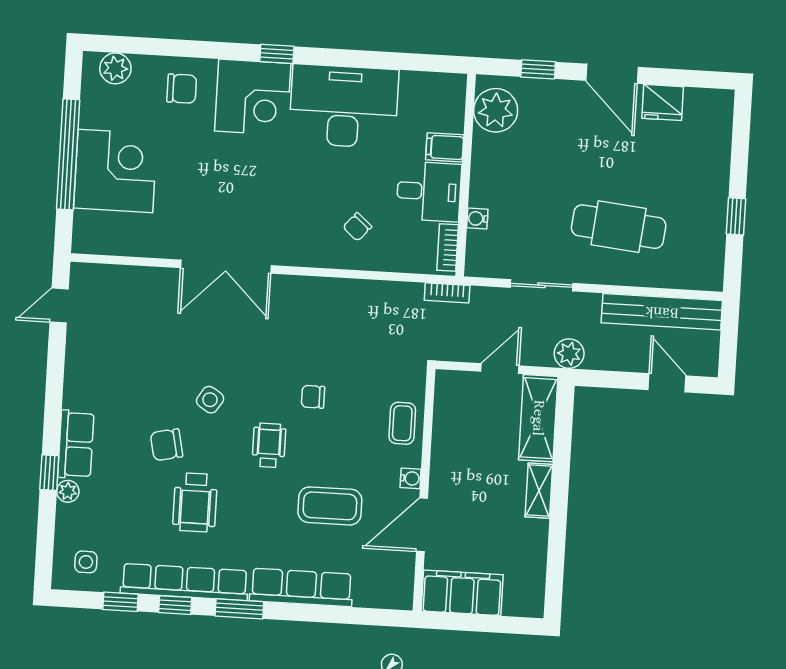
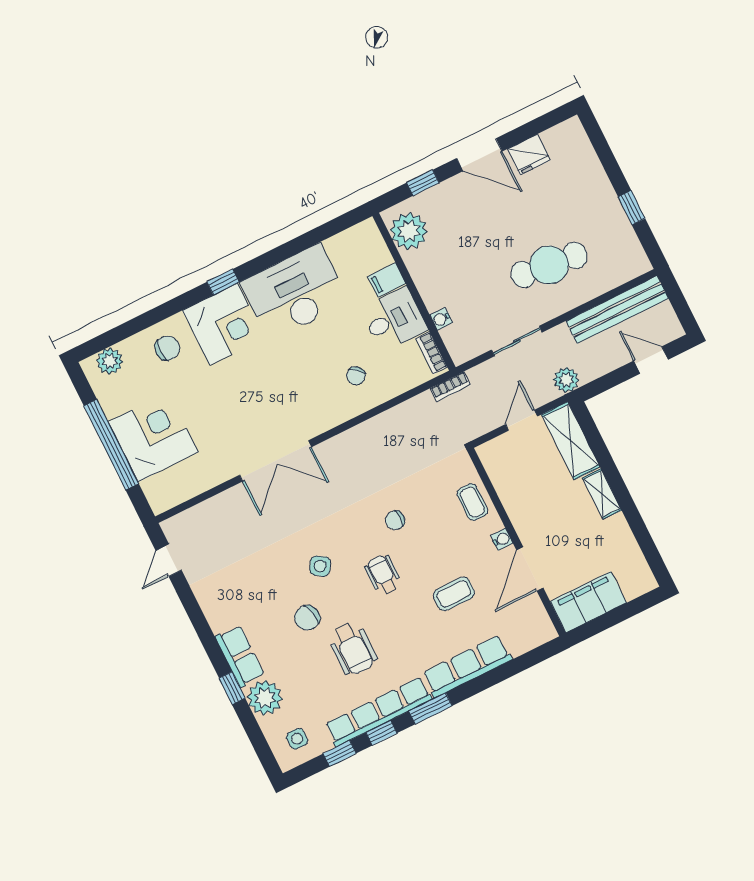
plant: (68, 491) -> (265, 698), width x1.88, depth x1.88
coffee table: (330, 506) -> (454, 594), width x0.73, depth x0.77

